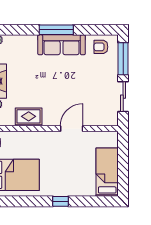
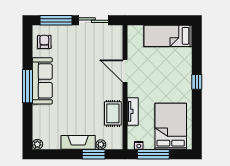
armchair: (101, 47) -> (44, 42), turned 180
tv unit: (31, 136) -> (133, 111), added

